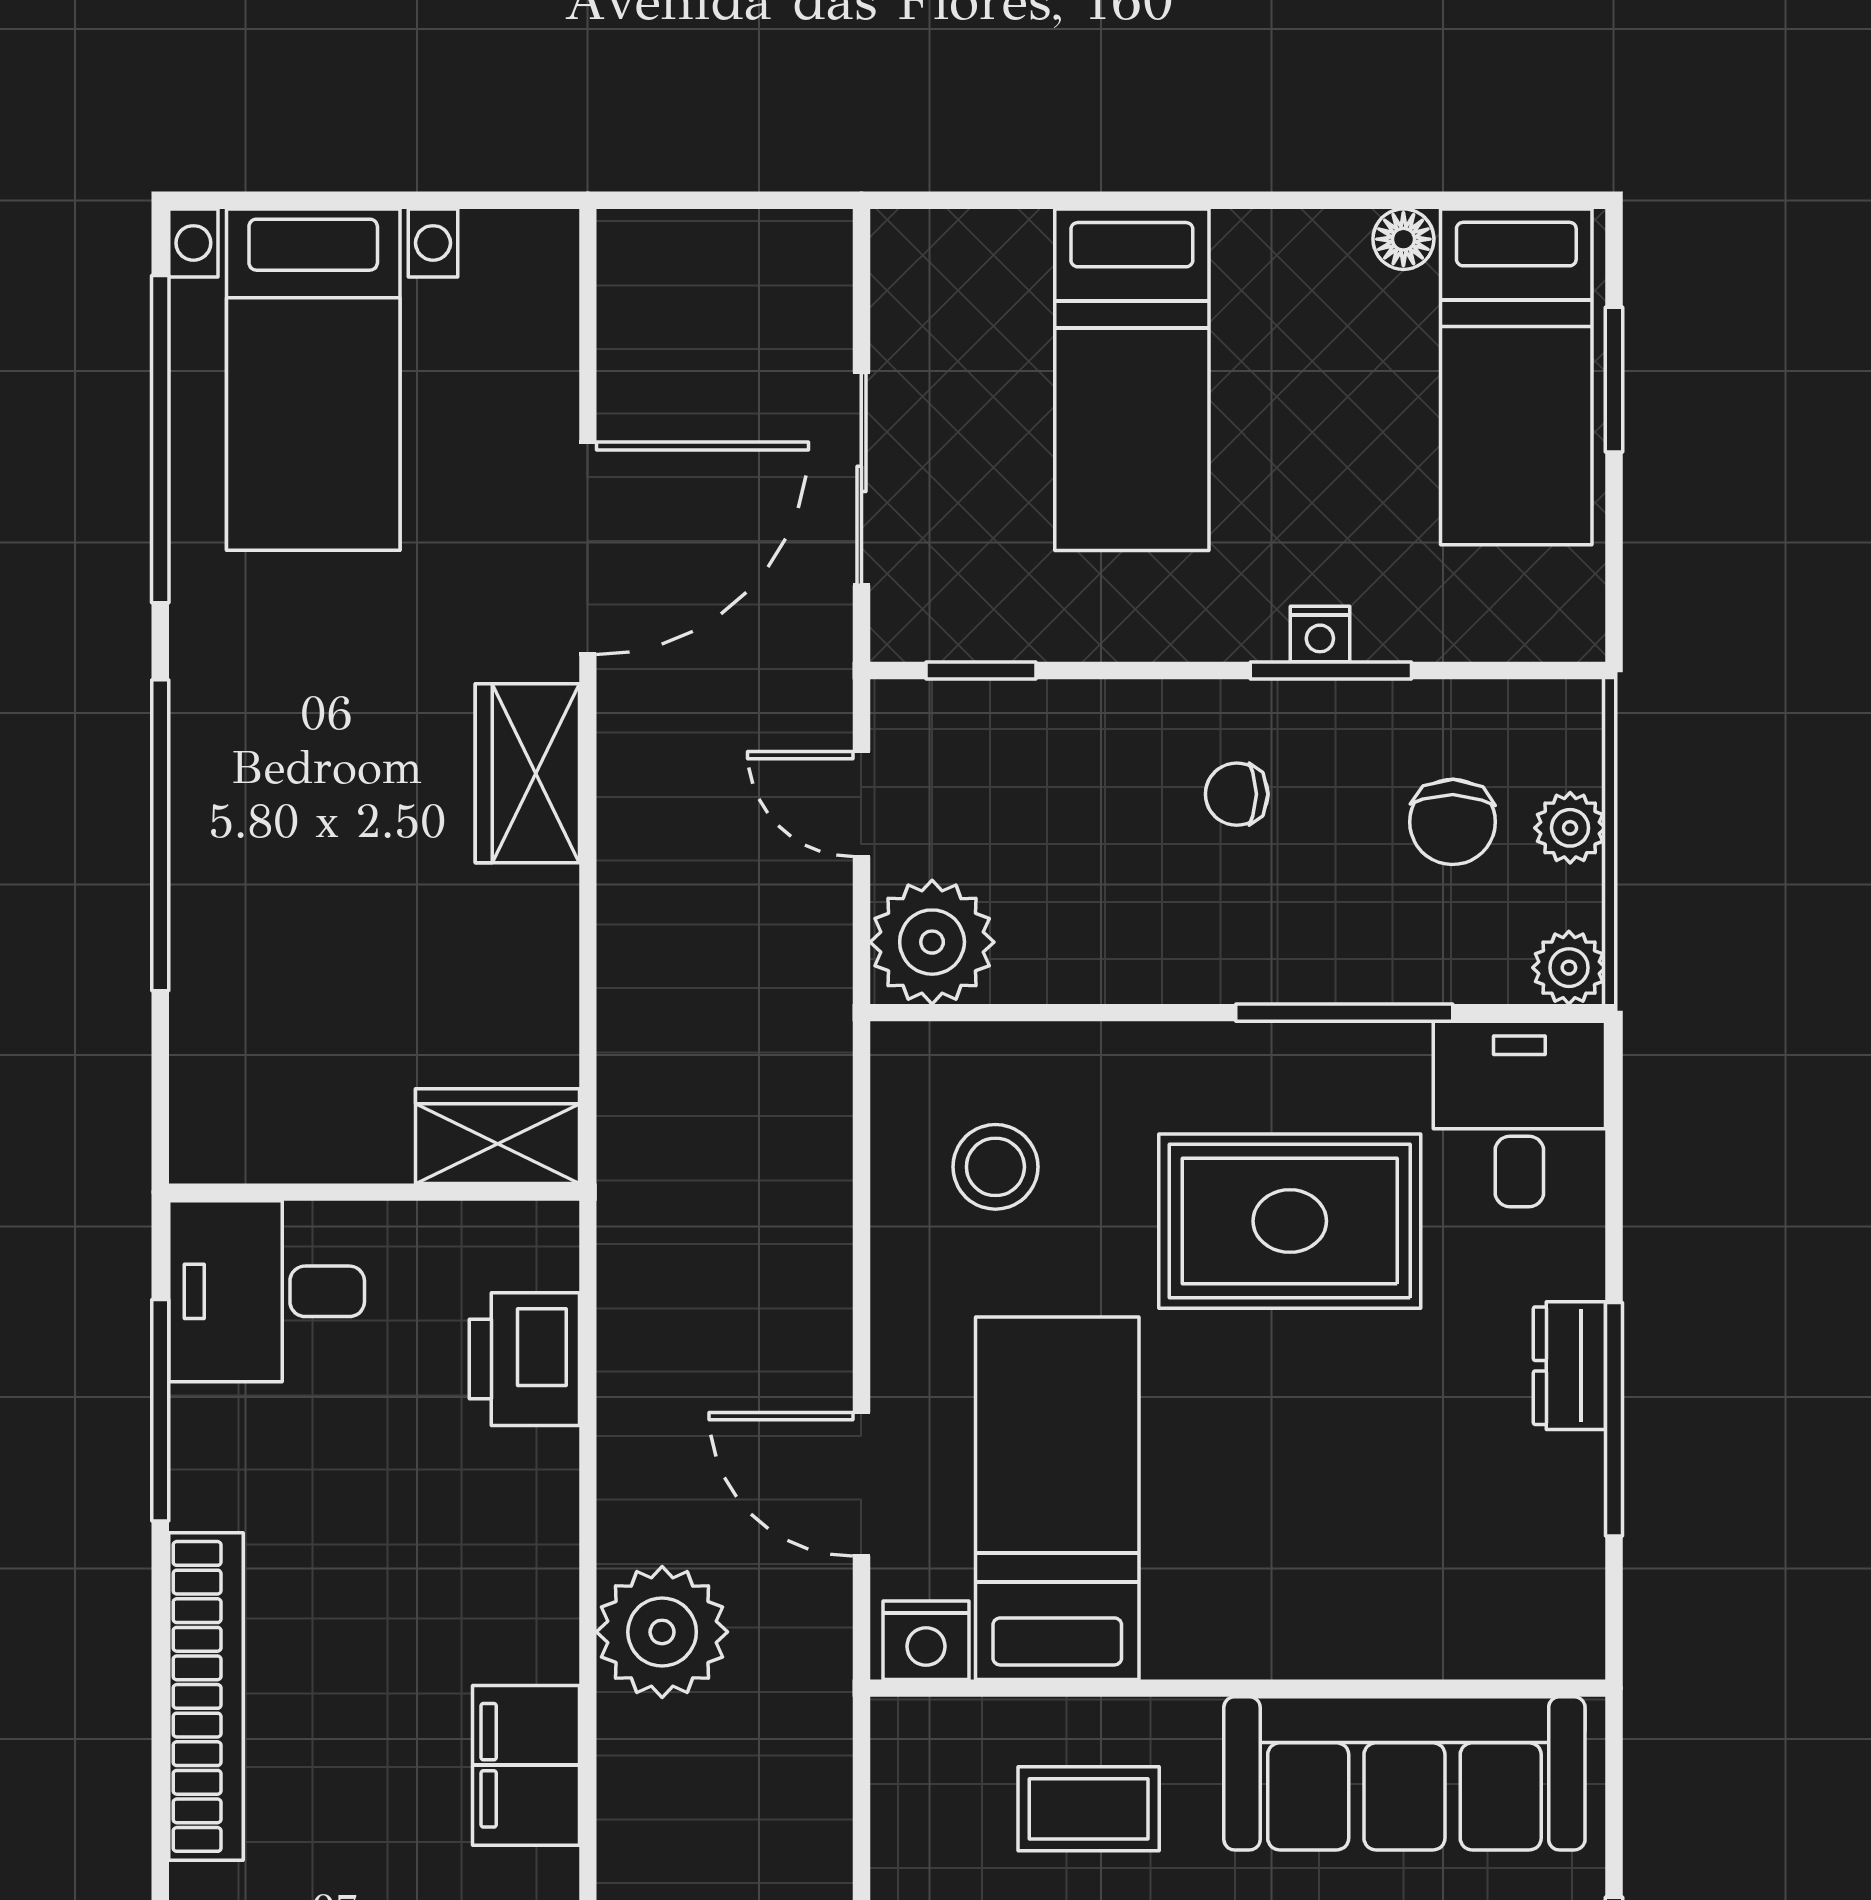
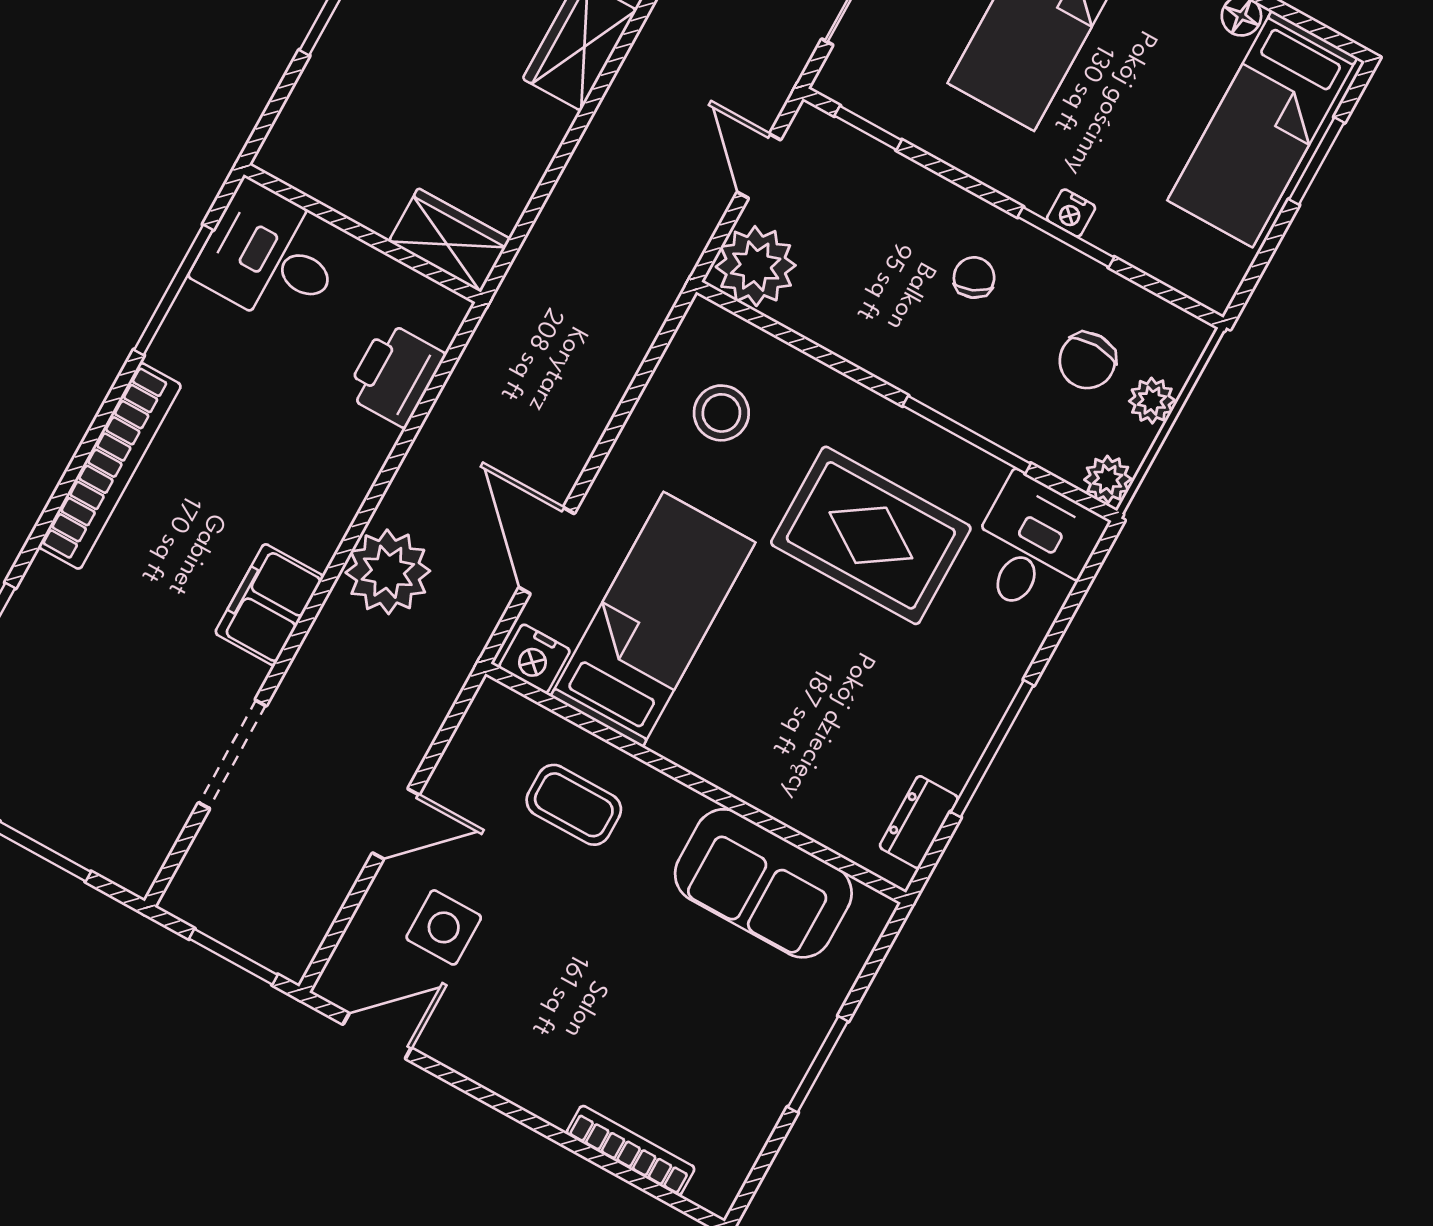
chair: (1237, 794) -> (974, 278), turned 67
dresser: (1569, 1366) -> (919, 822), moved
sofa: (1404, 1773) -> (763, 883), width x0.73

